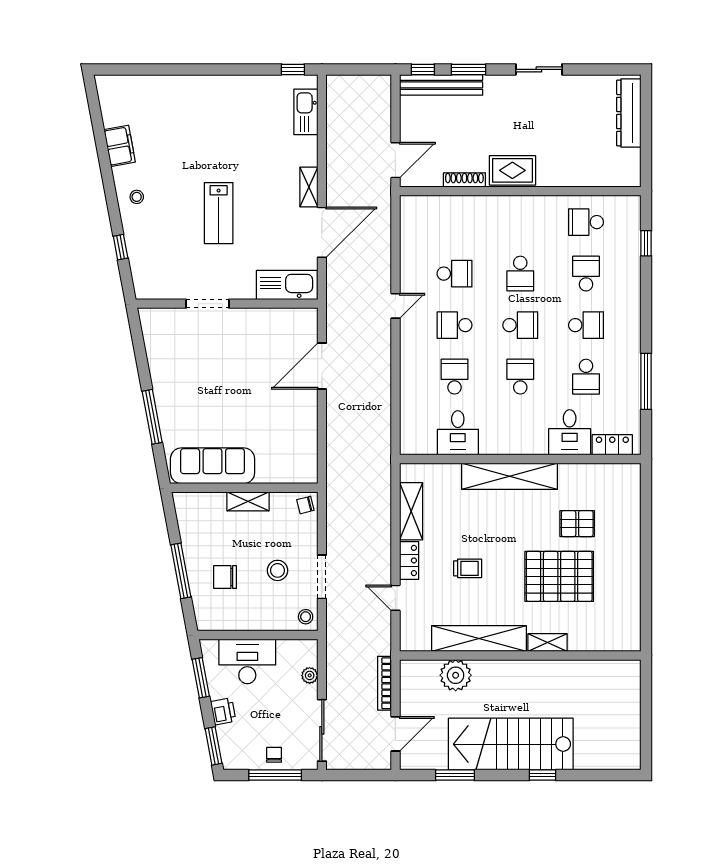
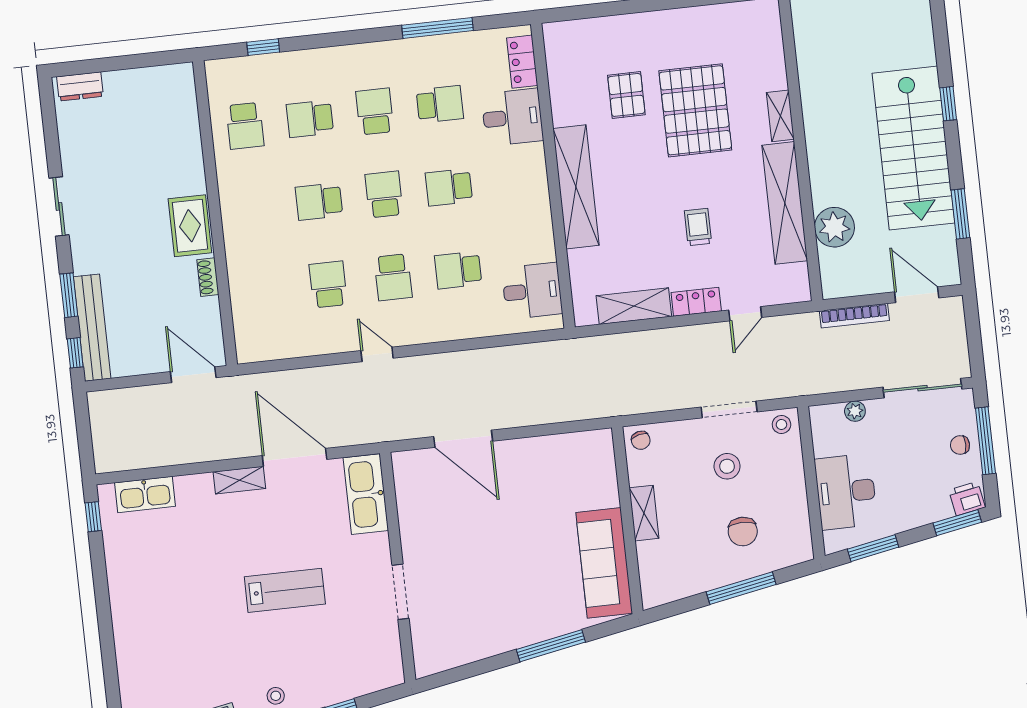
dresser: (629, 113) -> (80, 86), width x0.51, depth x0.80
shoe rack: (464, 180) -> (208, 277), width x0.70
school desk: (520, 274) -> (319, 202), turned 180
desk: (458, 433) -> (532, 291), moved
printer: (223, 711) -> (967, 499), moved

